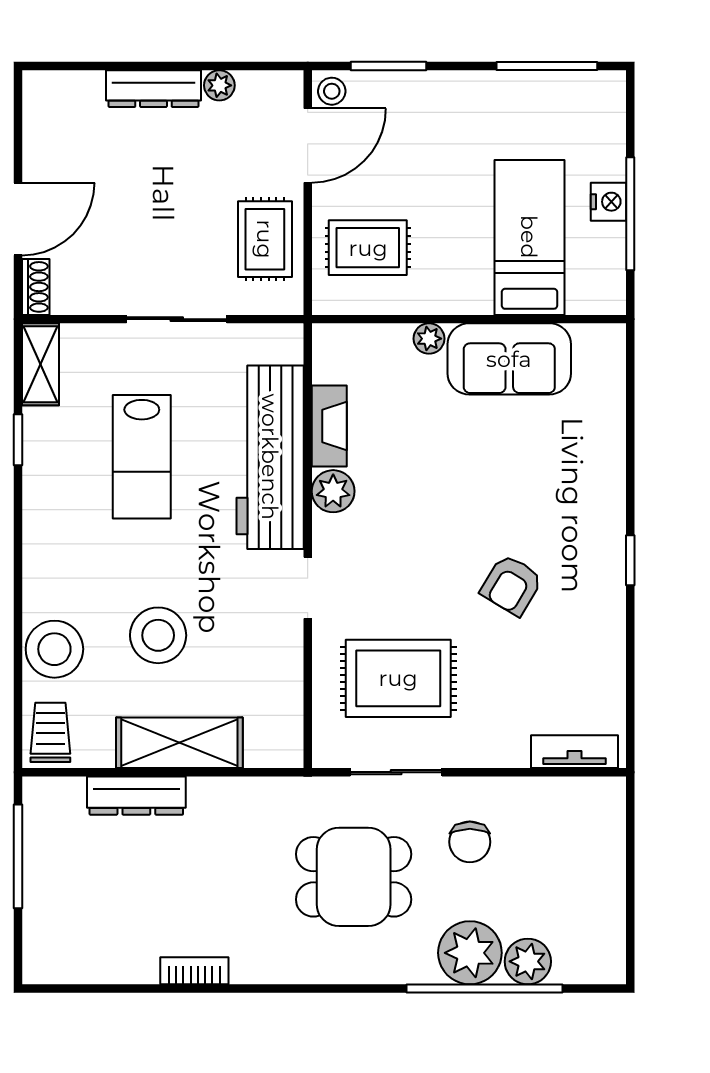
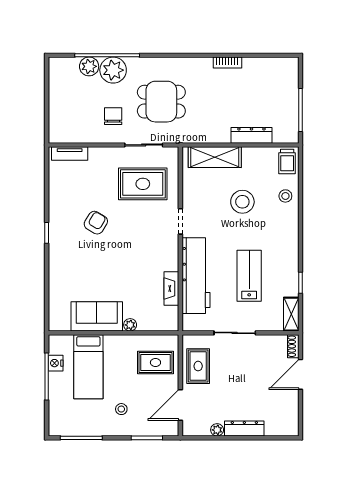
stool: (332, 91) -> (121, 409), moved
nightstand: (609, 202) -> (56, 363), moved
plant: (333, 491) -> (170, 261), removed
stool: (54, 649) -> (285, 196), width x0.53, depth x0.53
shelving: (179, 743) -> (215, 157), moved

